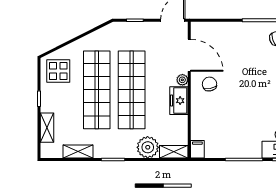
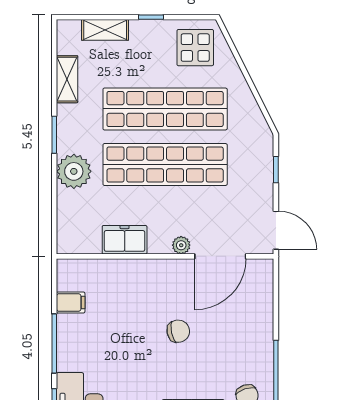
chair: (210, 84) -> (178, 331), moved
freezer: (179, 101) -> (125, 240), moved
plant: (148, 147) -> (74, 171), moved
filing cabinet: (197, 149) -> (71, 302), moved
shelving: (174, 152) -> (67, 232), removed

